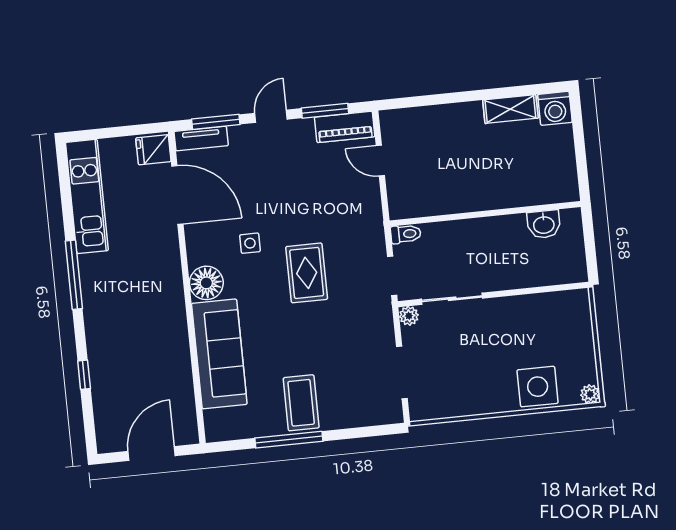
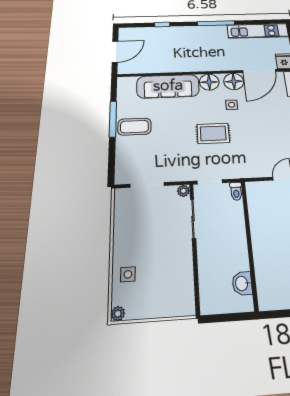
floor lamp: (202, 240) -> (234, 81), added
side table: (538, 387) -> (128, 274), width x0.54, depth x0.54
door: (152, 454) -> (115, 52), hinge flipped

